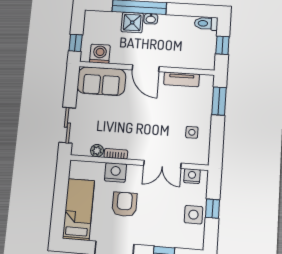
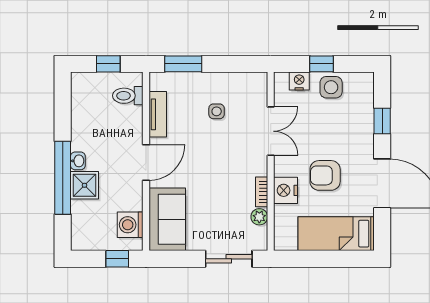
toilet: (206, 23) -> (128, 96), moved, turned 90
side table: (192, 132) -> (217, 111), moved
nightstand: (192, 176) -> (299, 81), moved, turned 90

